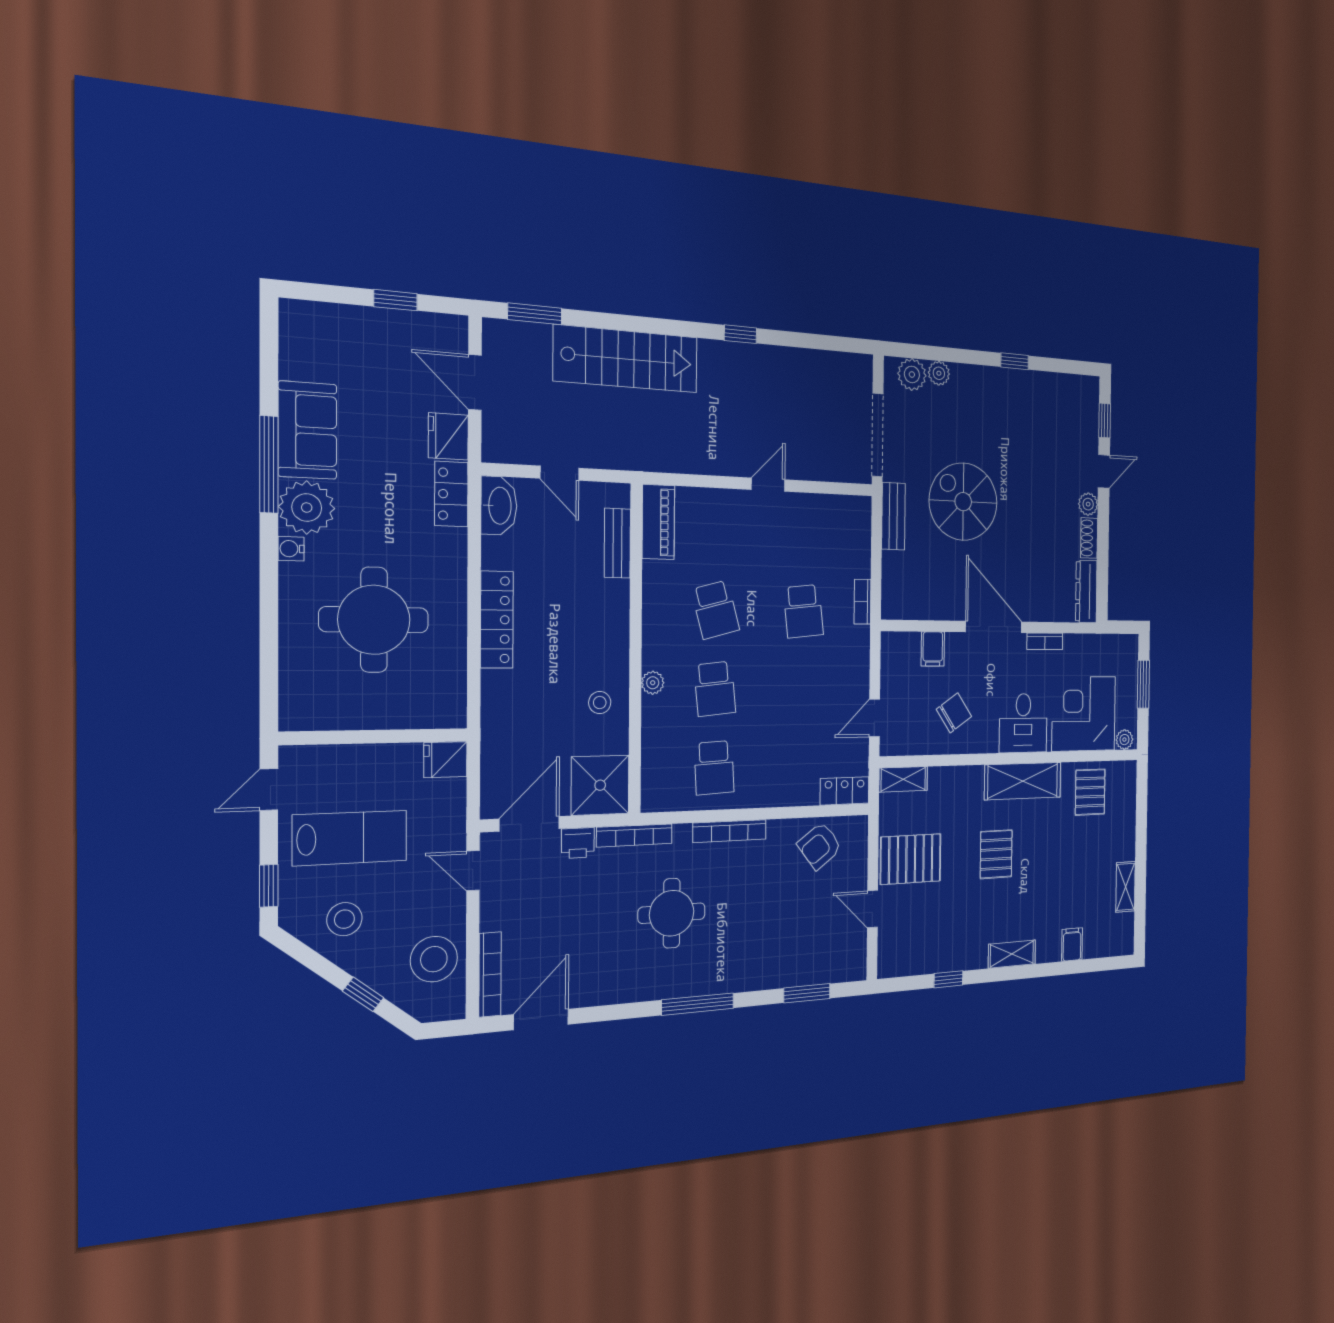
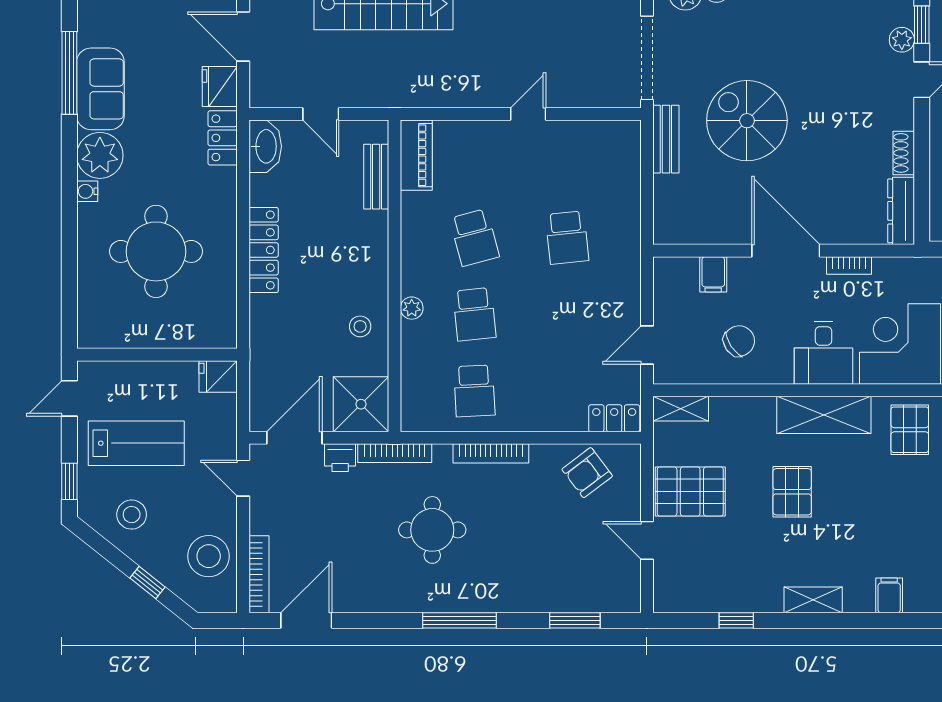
window: (269, 464) -> (69, 73), moved
plant: (1088, 504) -> (902, 40), moved
bookcase: (862, 602) -> (632, 227), removed

